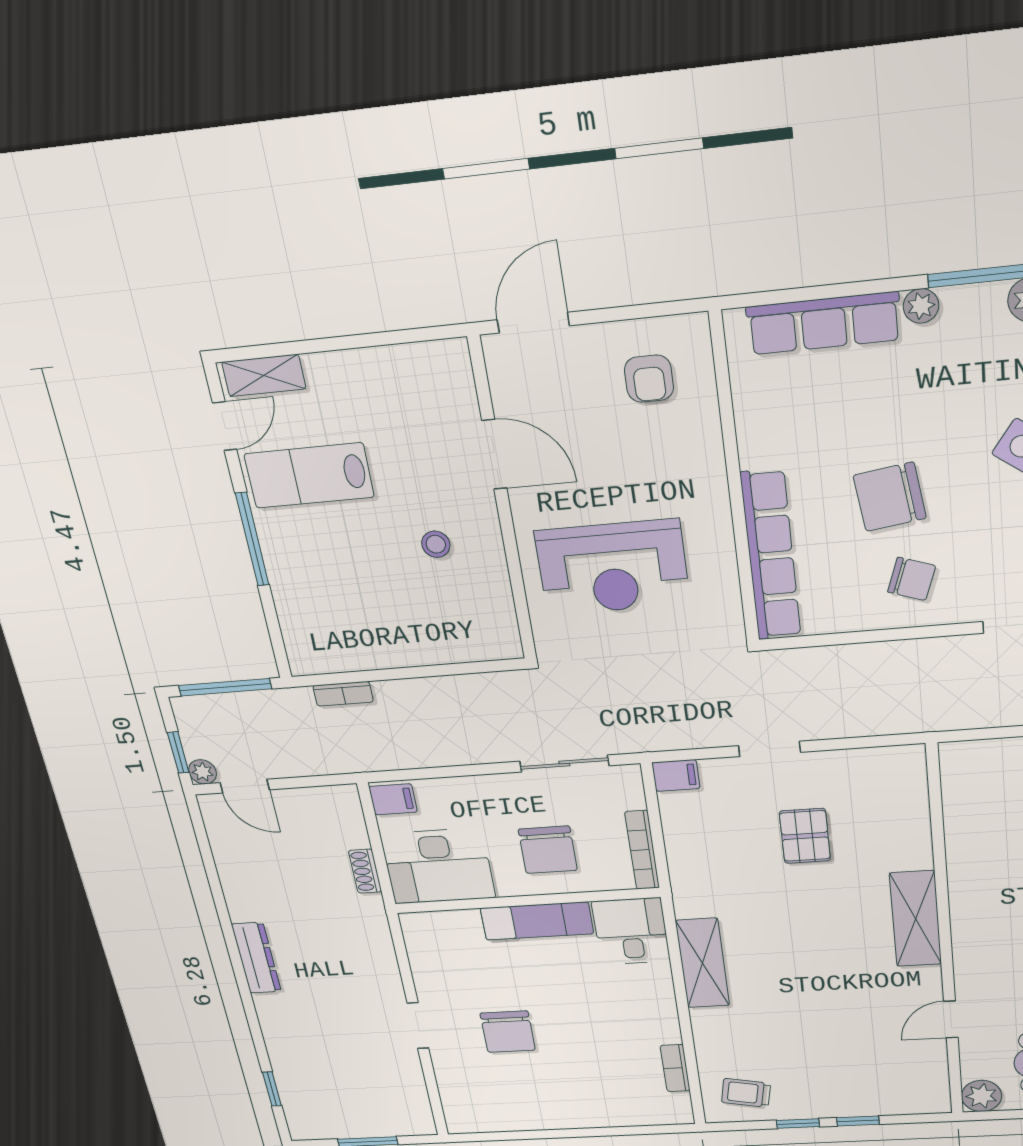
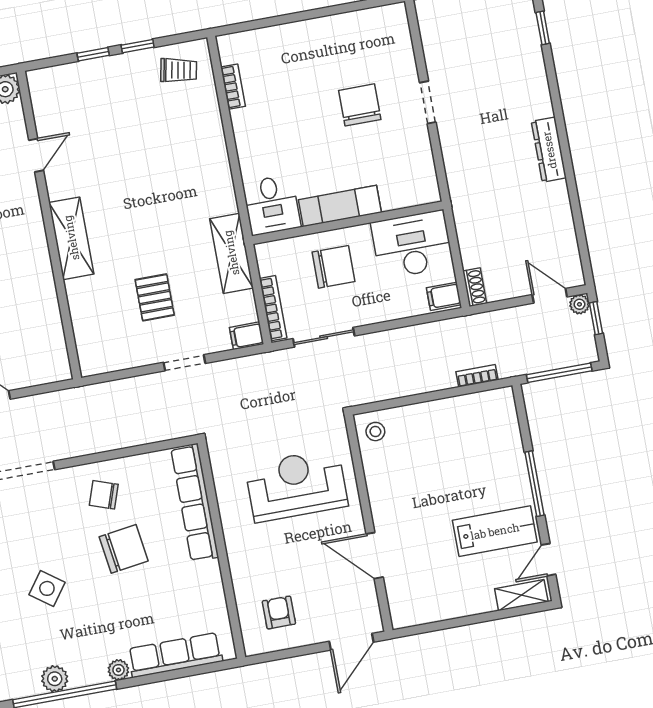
stool: (436, 544) -> (375, 432), moved
chair: (548, 850) -> (333, 267), turned 90
bookcase: (642, 850) -> (273, 308), moved
shoe rack: (365, 871) -> (475, 287), moved
shelving: (703, 963) -> (231, 253), moved

